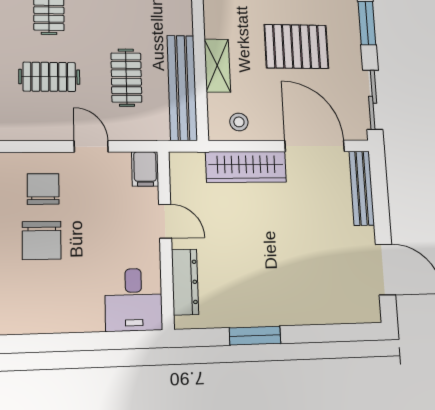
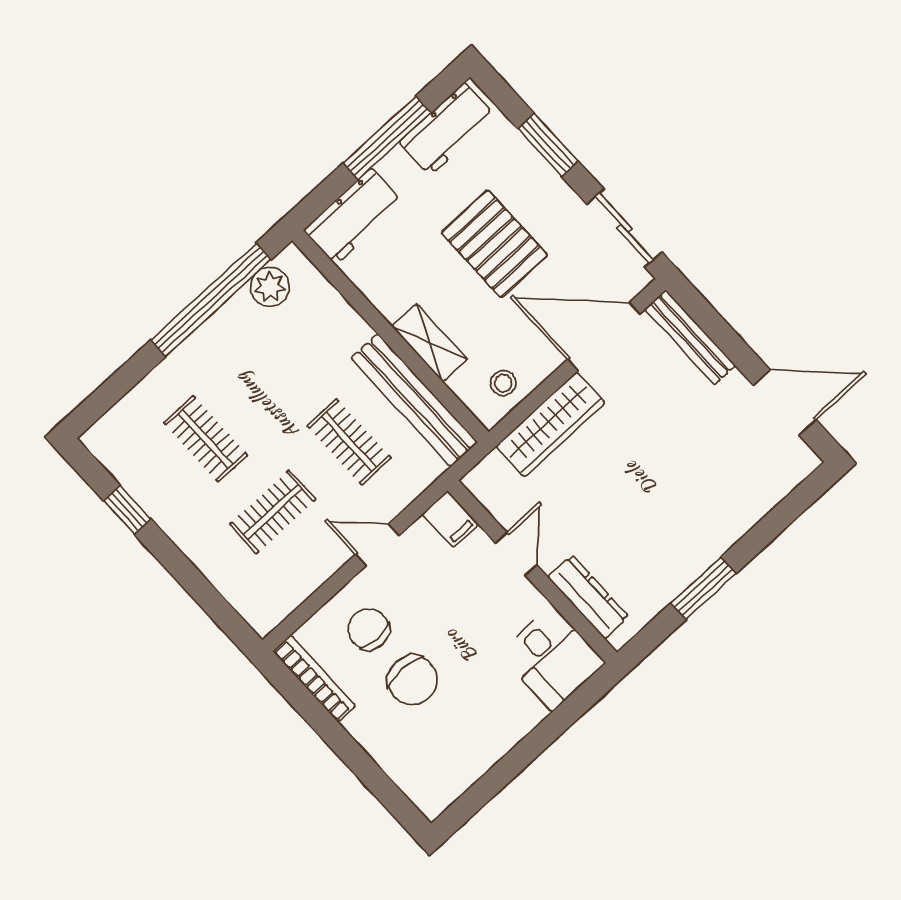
pallet: (296, 46) -> (494, 244), turned 90
door: (165, 221) -> (516, 554), hinge flipped

